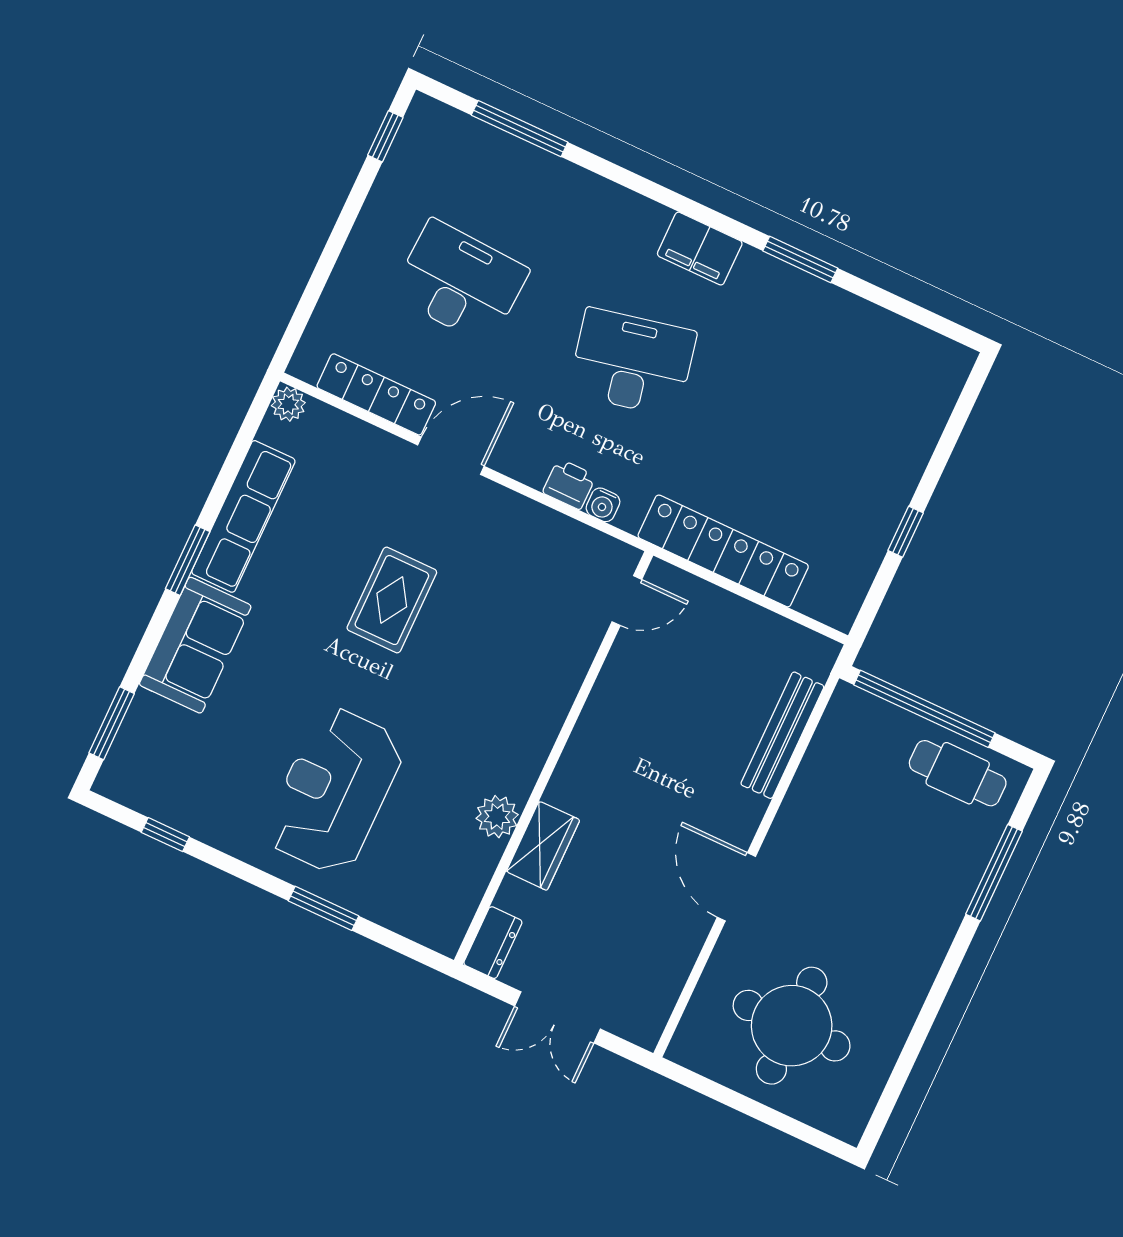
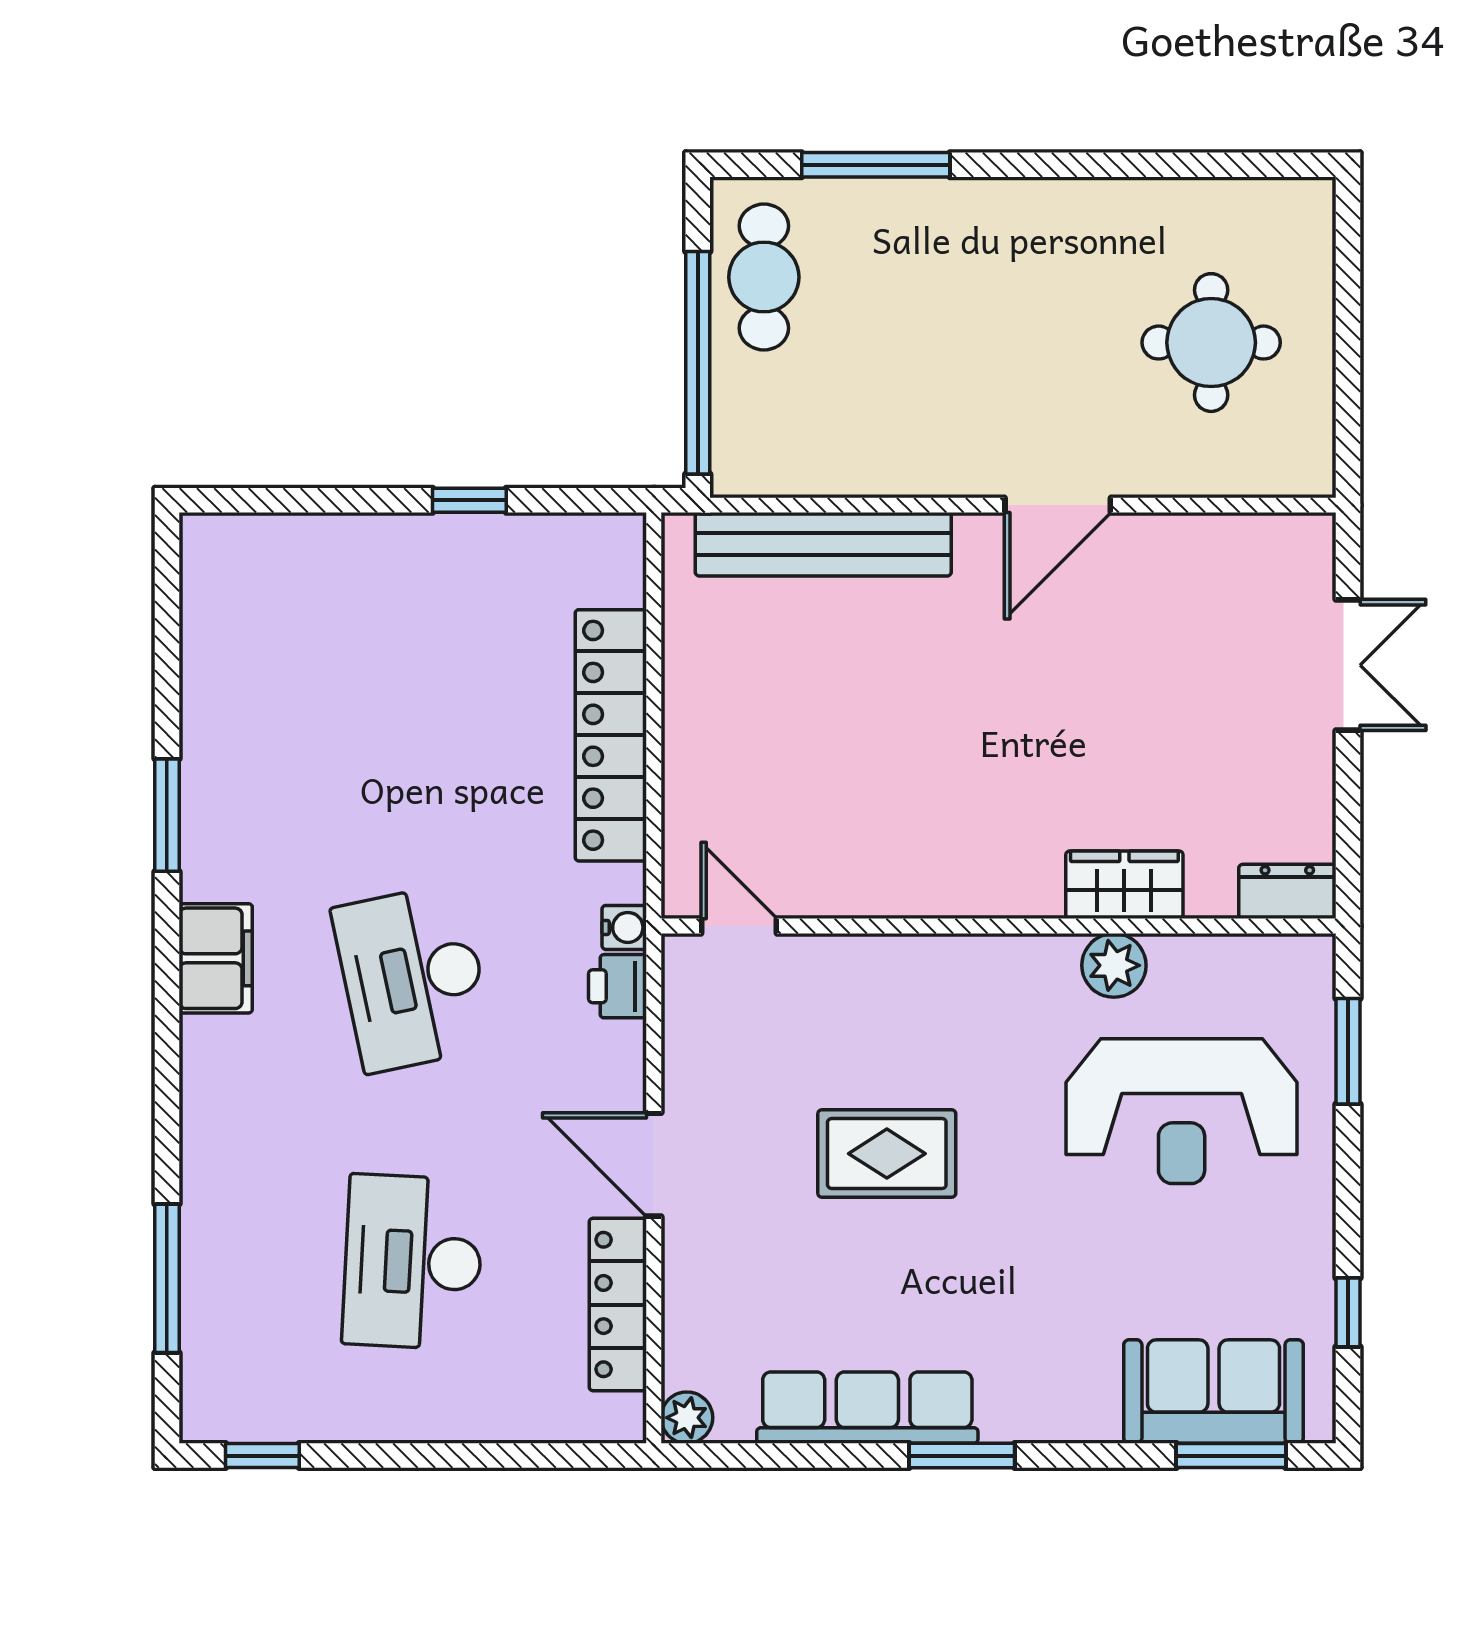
door: (627, 601) -> (739, 926), moved
sofa: (195, 645) -> (1213, 1392), moved
bench: (782, 735) -> (823, 544), width x1.37, depth x1.21
wall: (554, 758) -> (998, 926), moved
plant: (497, 817) -> (1114, 965), moved
wardrobe: (543, 846) -> (1124, 885), moved
dresser: (493, 943) -> (1287, 891), moved
round table: (792, 1026) -> (1211, 343), width x0.73, depth x0.73

